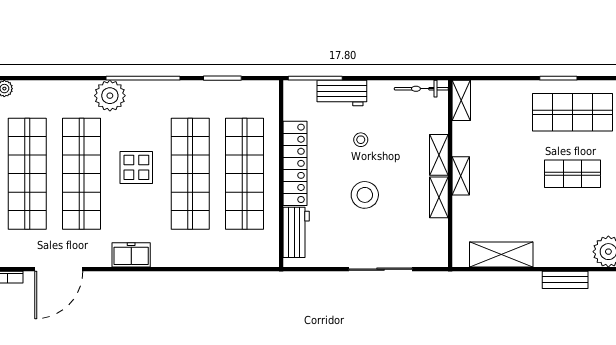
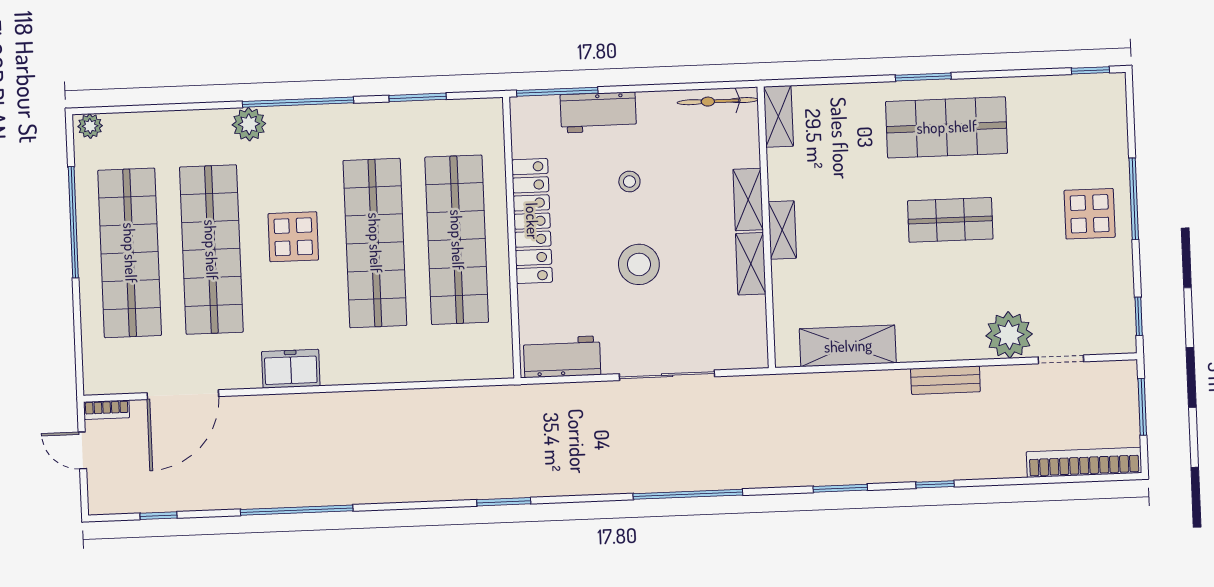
plant: (110, 96) -> (249, 124), width x0.73, depth x0.73
workbench: (296, 232) -> (562, 357), moved, turned -90

